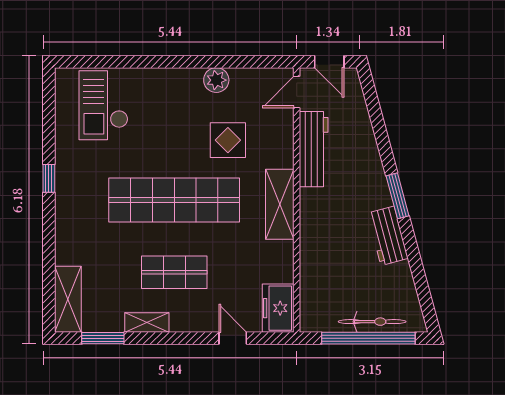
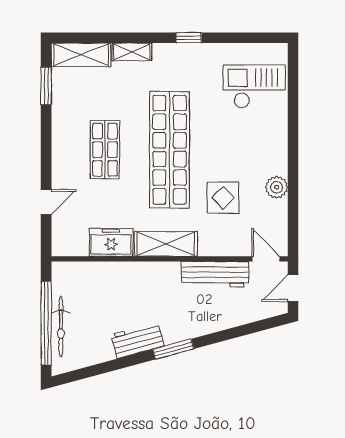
freezer: (278, 308) -> (111, 242), moved
shelving: (147, 322) -> (132, 52), moved, turned 90

